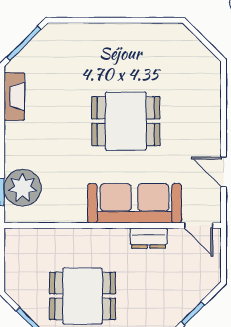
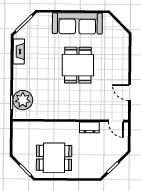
dining table: (126, 121) -> (78, 65), turned 90
sofa: (135, 203) -> (77, 23), moved, turned 180

